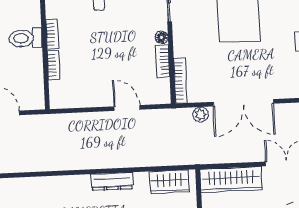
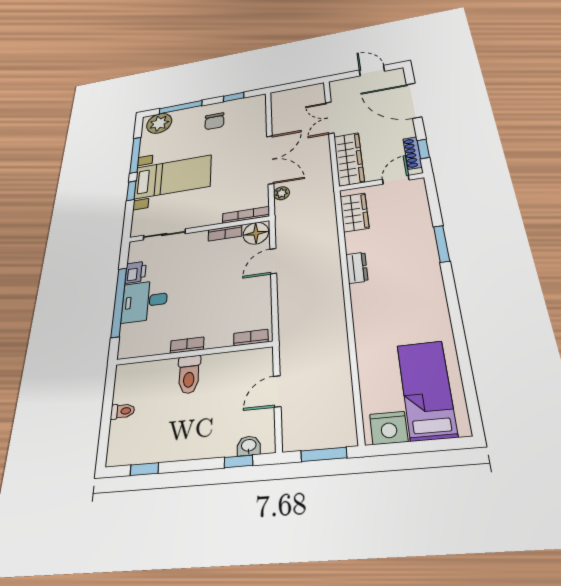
floor lamp: (162, 37) -> (256, 233), moved, width x1.89, depth x1.89
bookcase: (54, 65) -> (251, 338), moved
dresser: (112, 181) -> (357, 268), width x0.70

